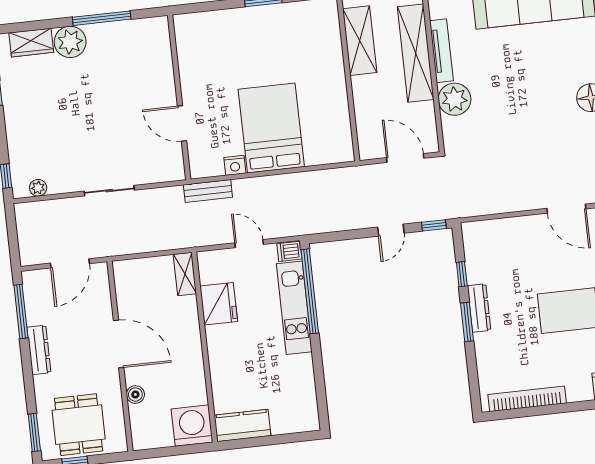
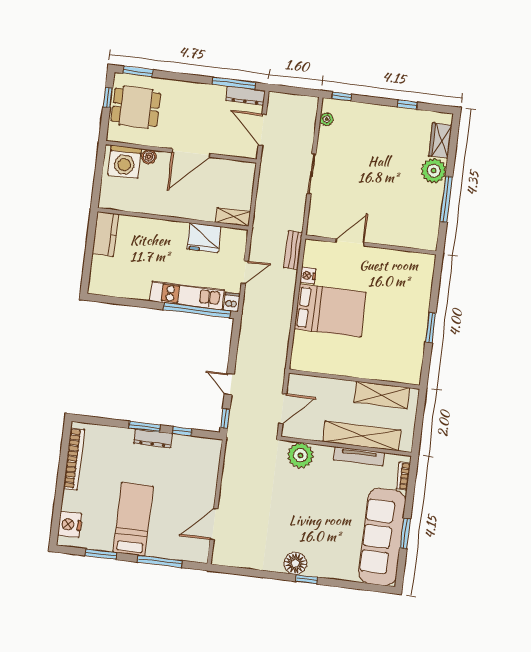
plant: (455, 99) -> (300, 455), moved
dresser: (39, 350) -> (246, 96), moved
washing machine: (192, 426) -> (125, 162), moved, turned 90

